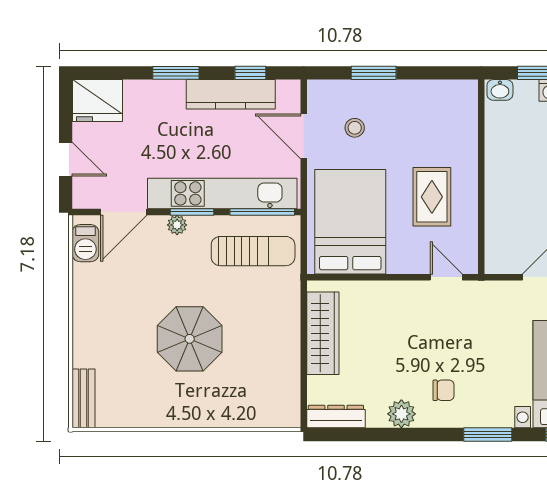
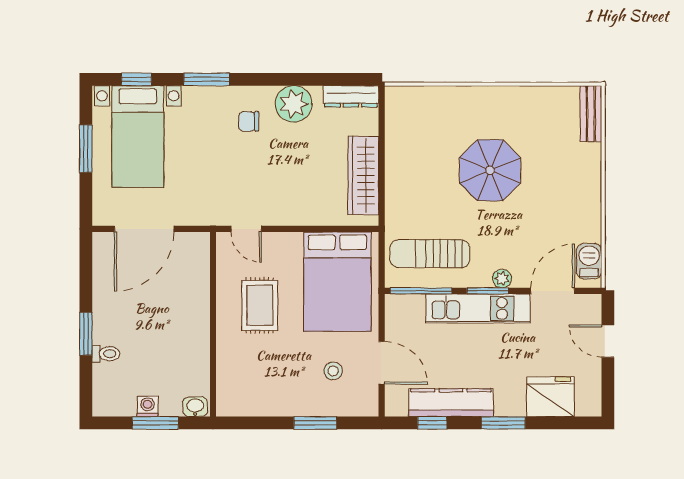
fridge: (97, 101) -> (550, 397), moved
kitchen unit: (222, 193) -> (478, 308), width x0.73
plant: (401, 414) -> (294, 104), width x1.36, depth x1.36

